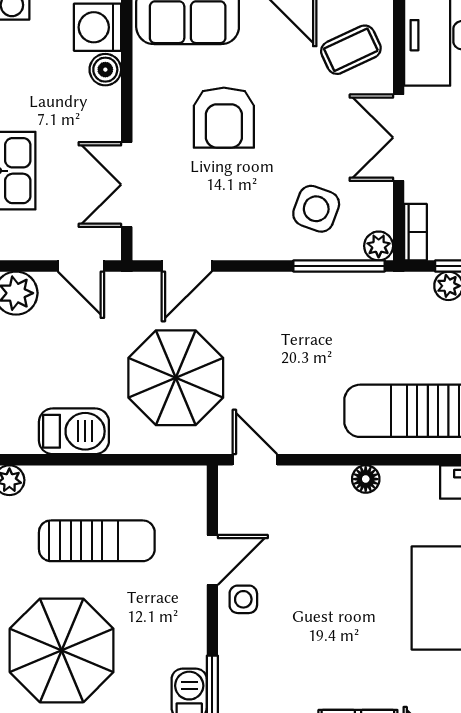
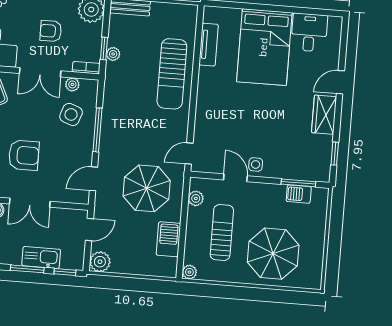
double door: (127, 185) -> (30, 203), moved
plant: (379, 246) -> (72, 84), moved
door: (187, 266) -> (94, 179), swing flipped
window: (339, 266) -> (97, 130), moved
floor lamp: (366, 479) -> (203, 101), removed
plant: (163, 481) -> (196, 198), added

